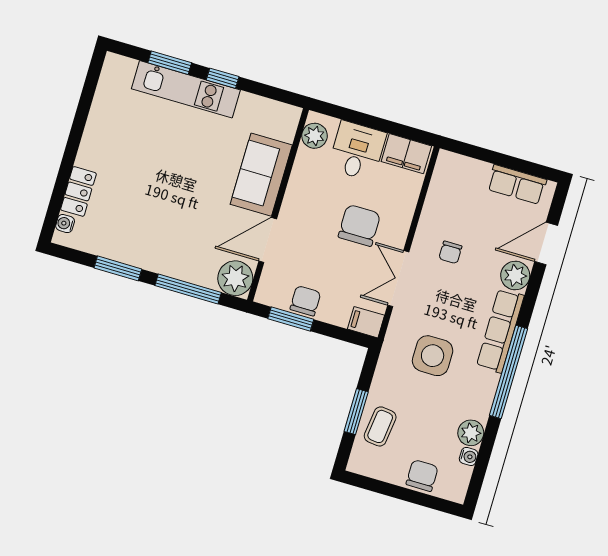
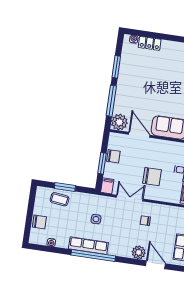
window: (291, 319) -> (102, 163), moved
row of seats: (500, 331) -> (88, 246), moved
side table: (433, 356) -> (96, 219), width x0.54, depth x0.54
plant: (471, 433) -> (62, 242), removed

